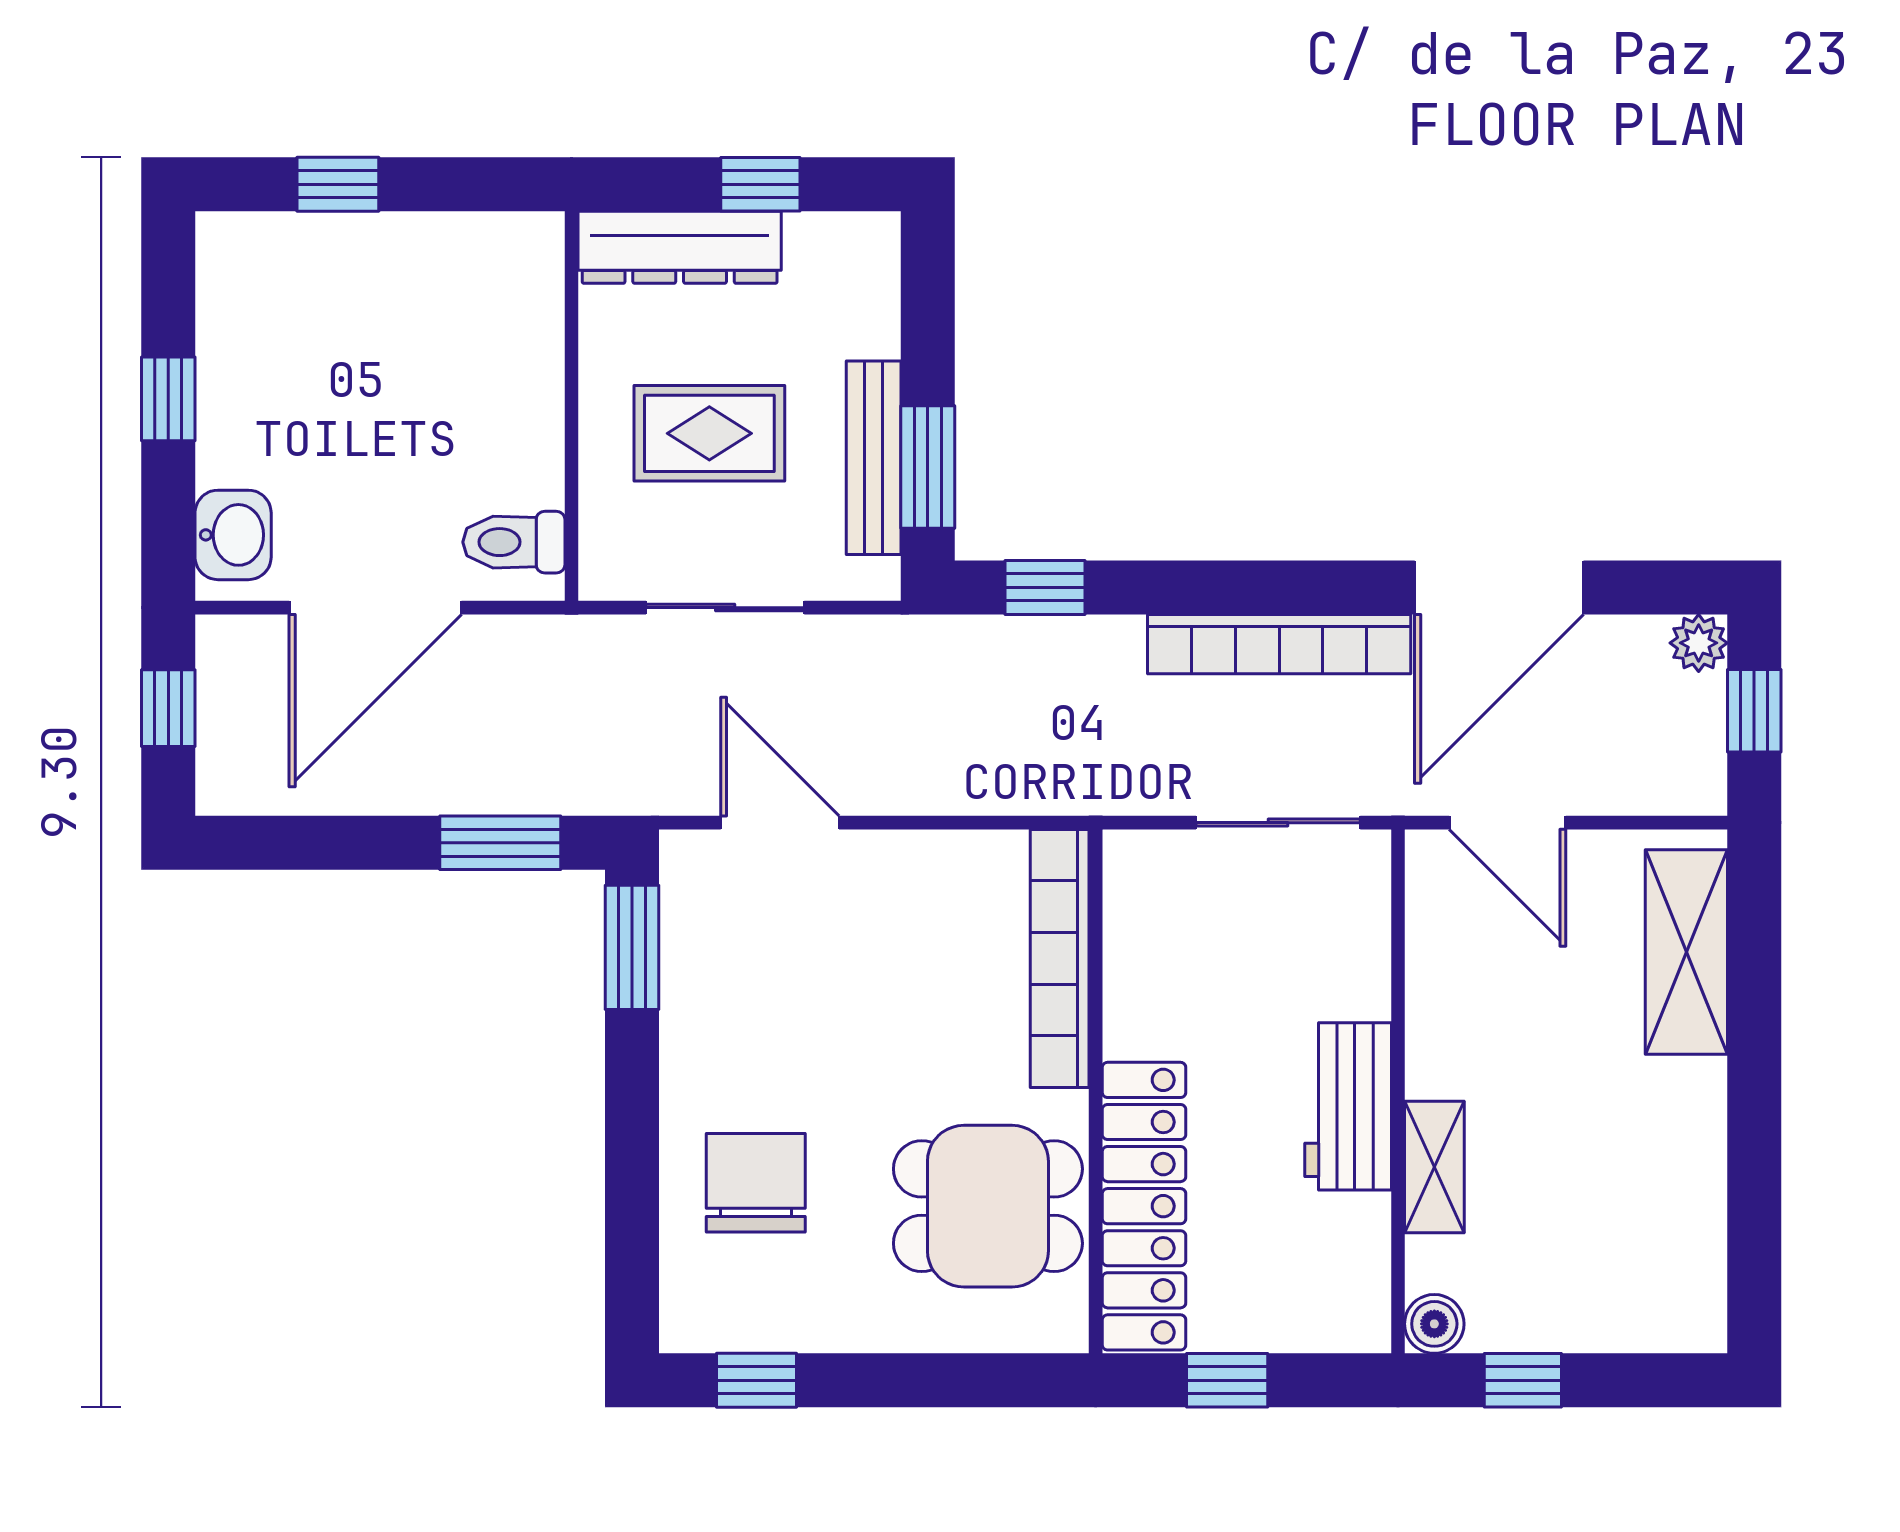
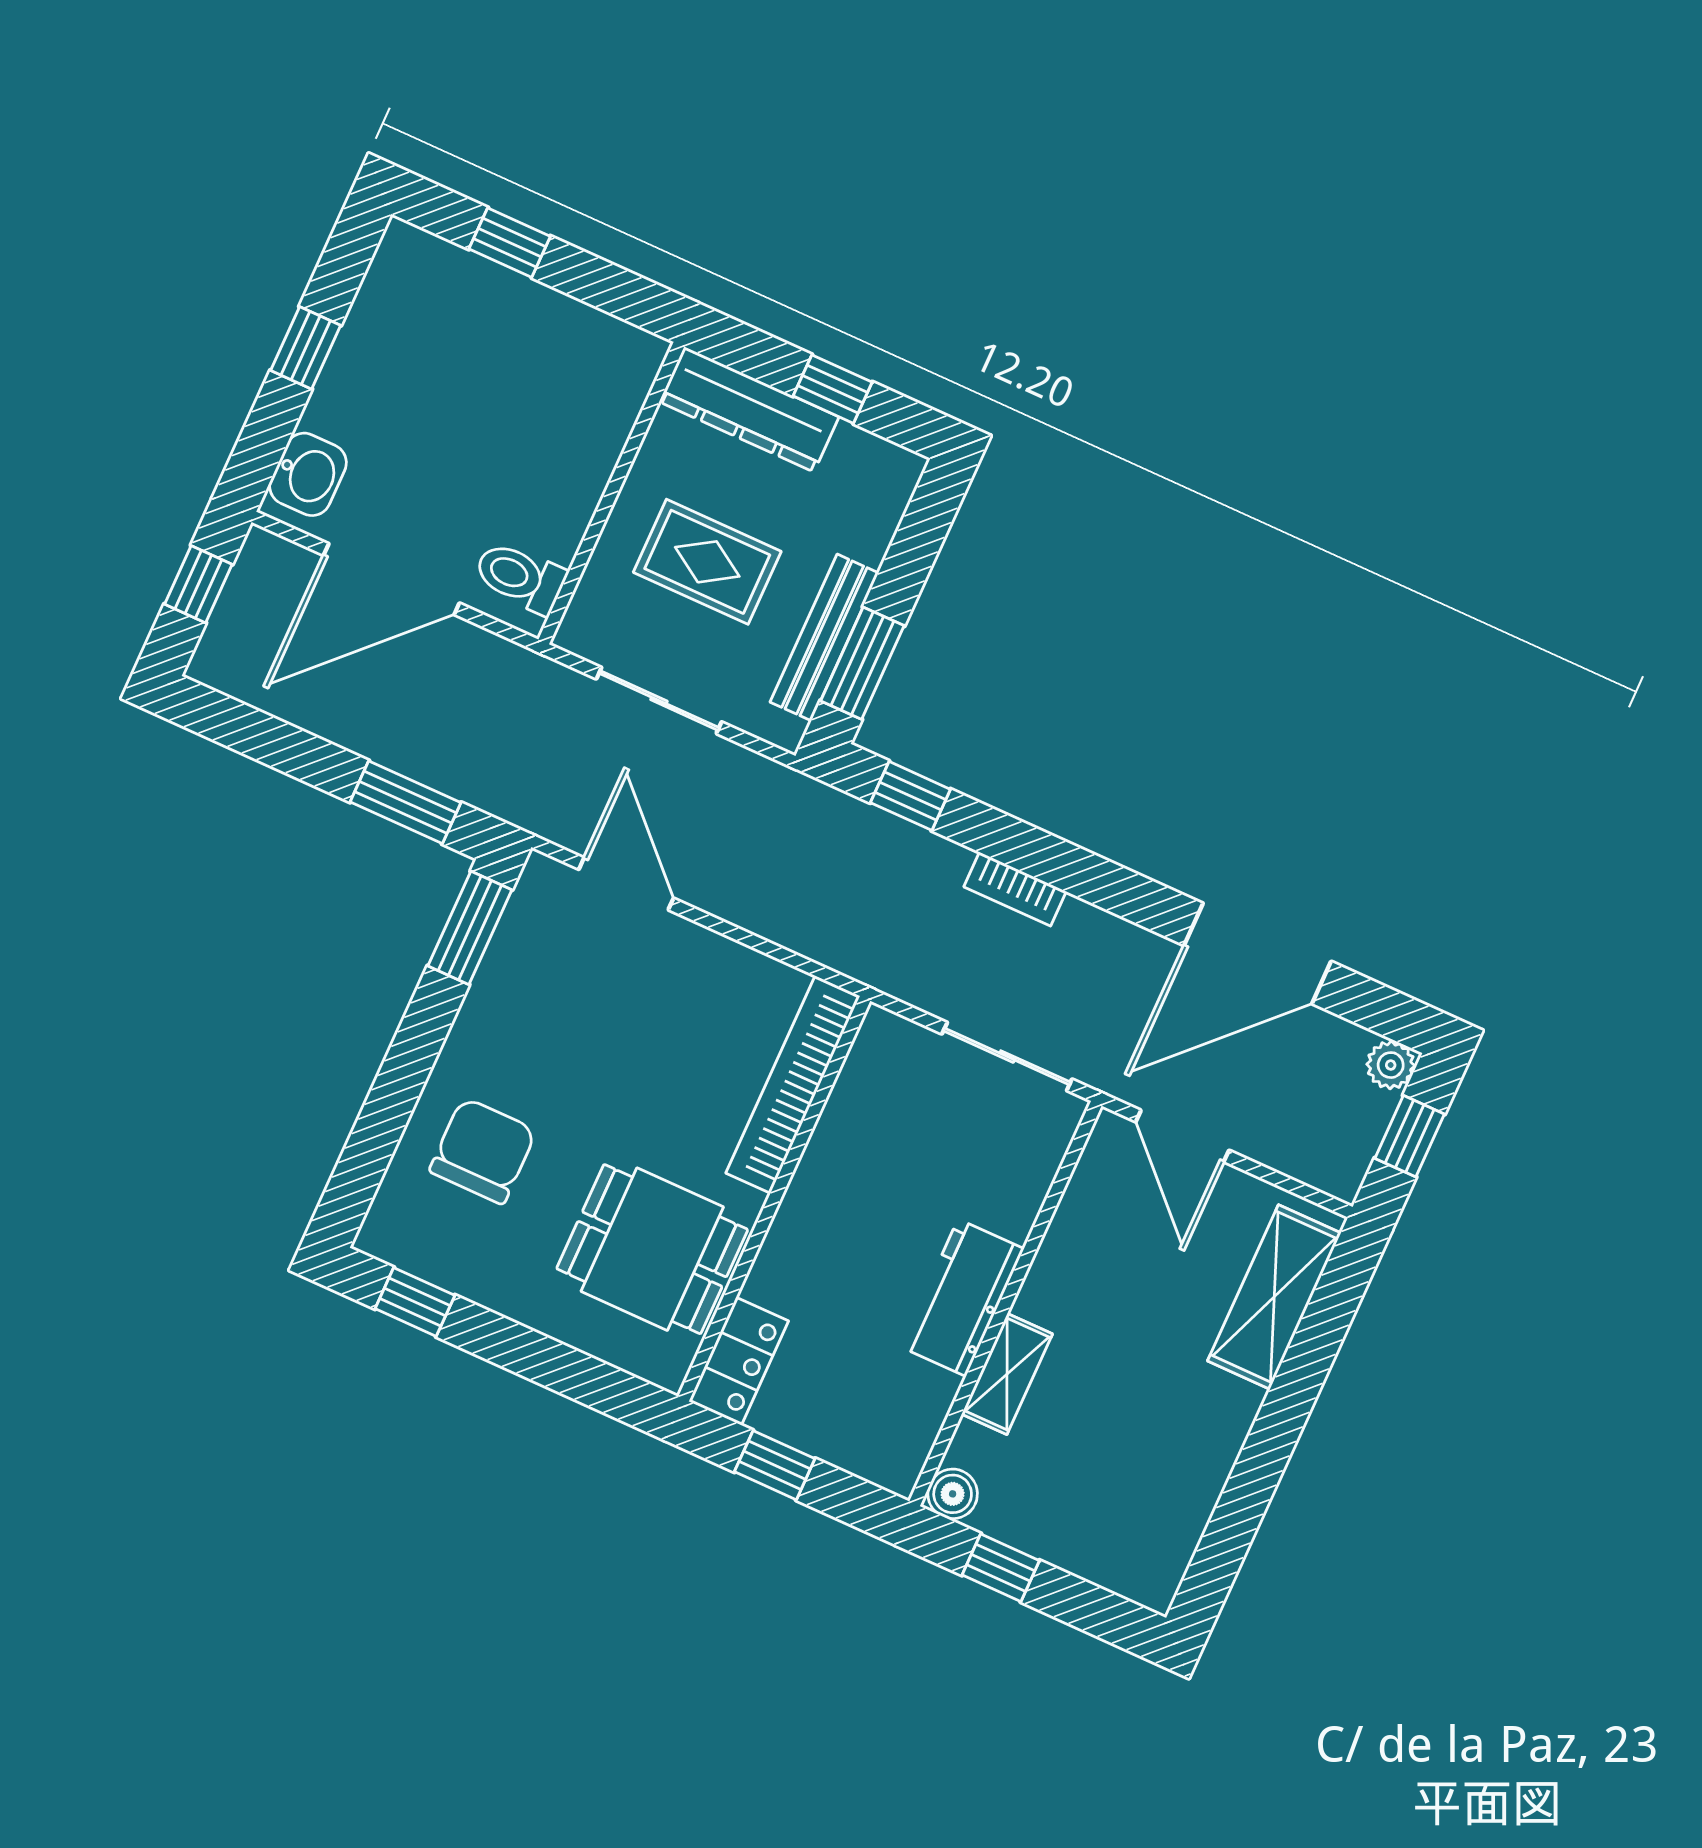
bookcase: (1279, 644) -> (1015, 889), width x0.43, depth x0.76
locker: (1144, 1206) -> (739, 1361), width x0.46, depth x0.83

